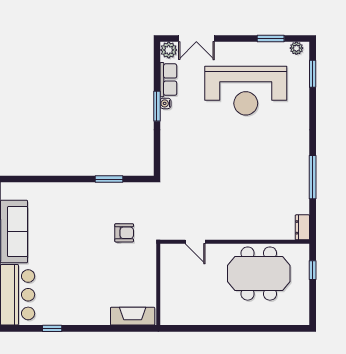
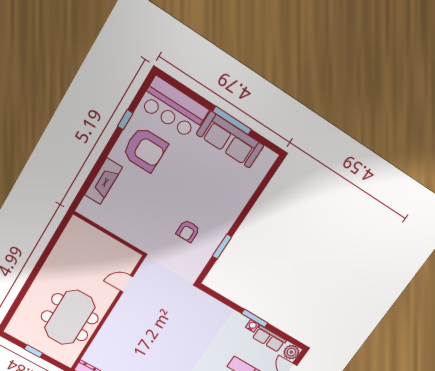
armchair: (124, 233) -> (188, 231), moved
window: (313, 270) -> (33, 351), moved
armchair: (66, 297) -> (145, 150), added
fireplace: (133, 316) -> (103, 181), moved

